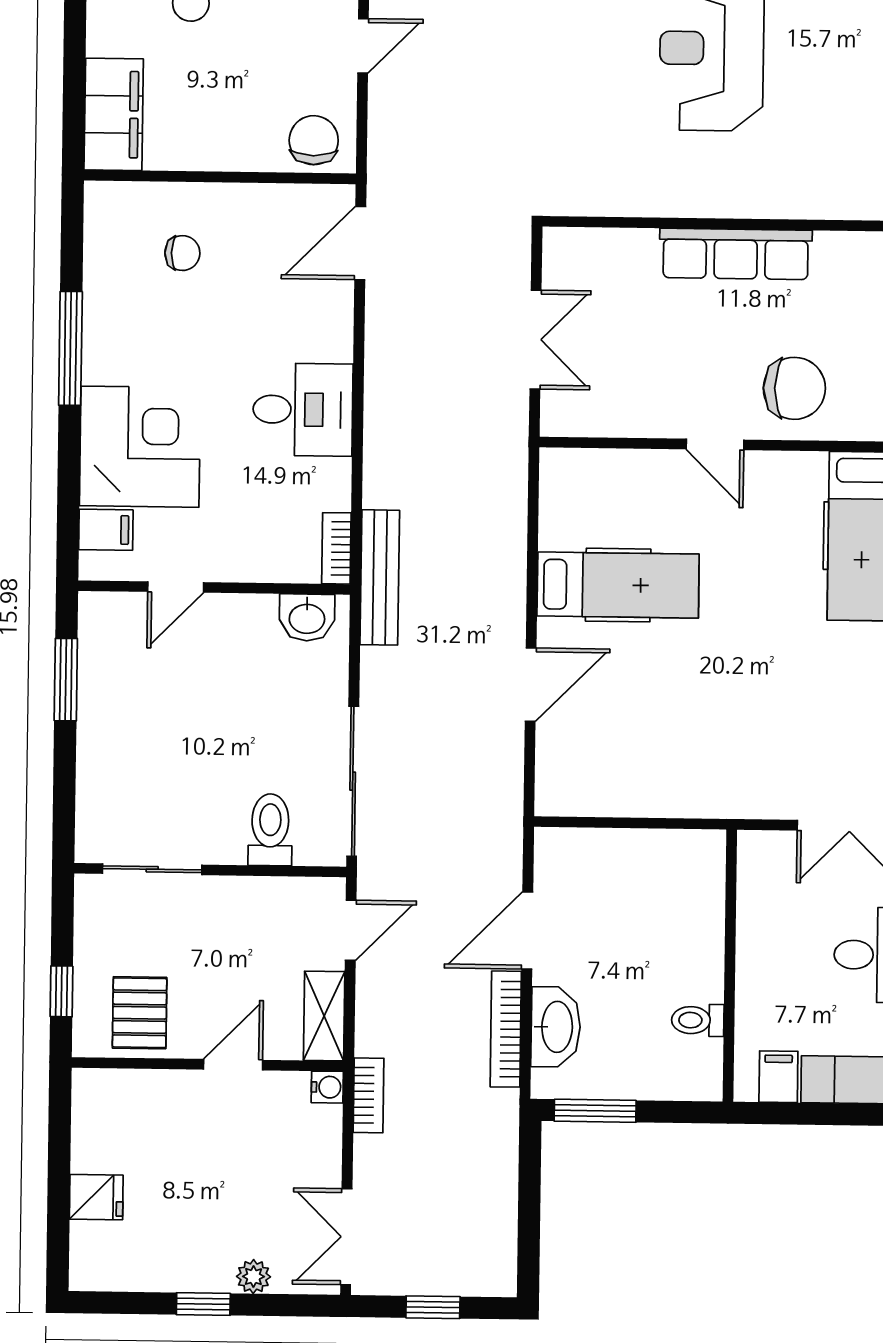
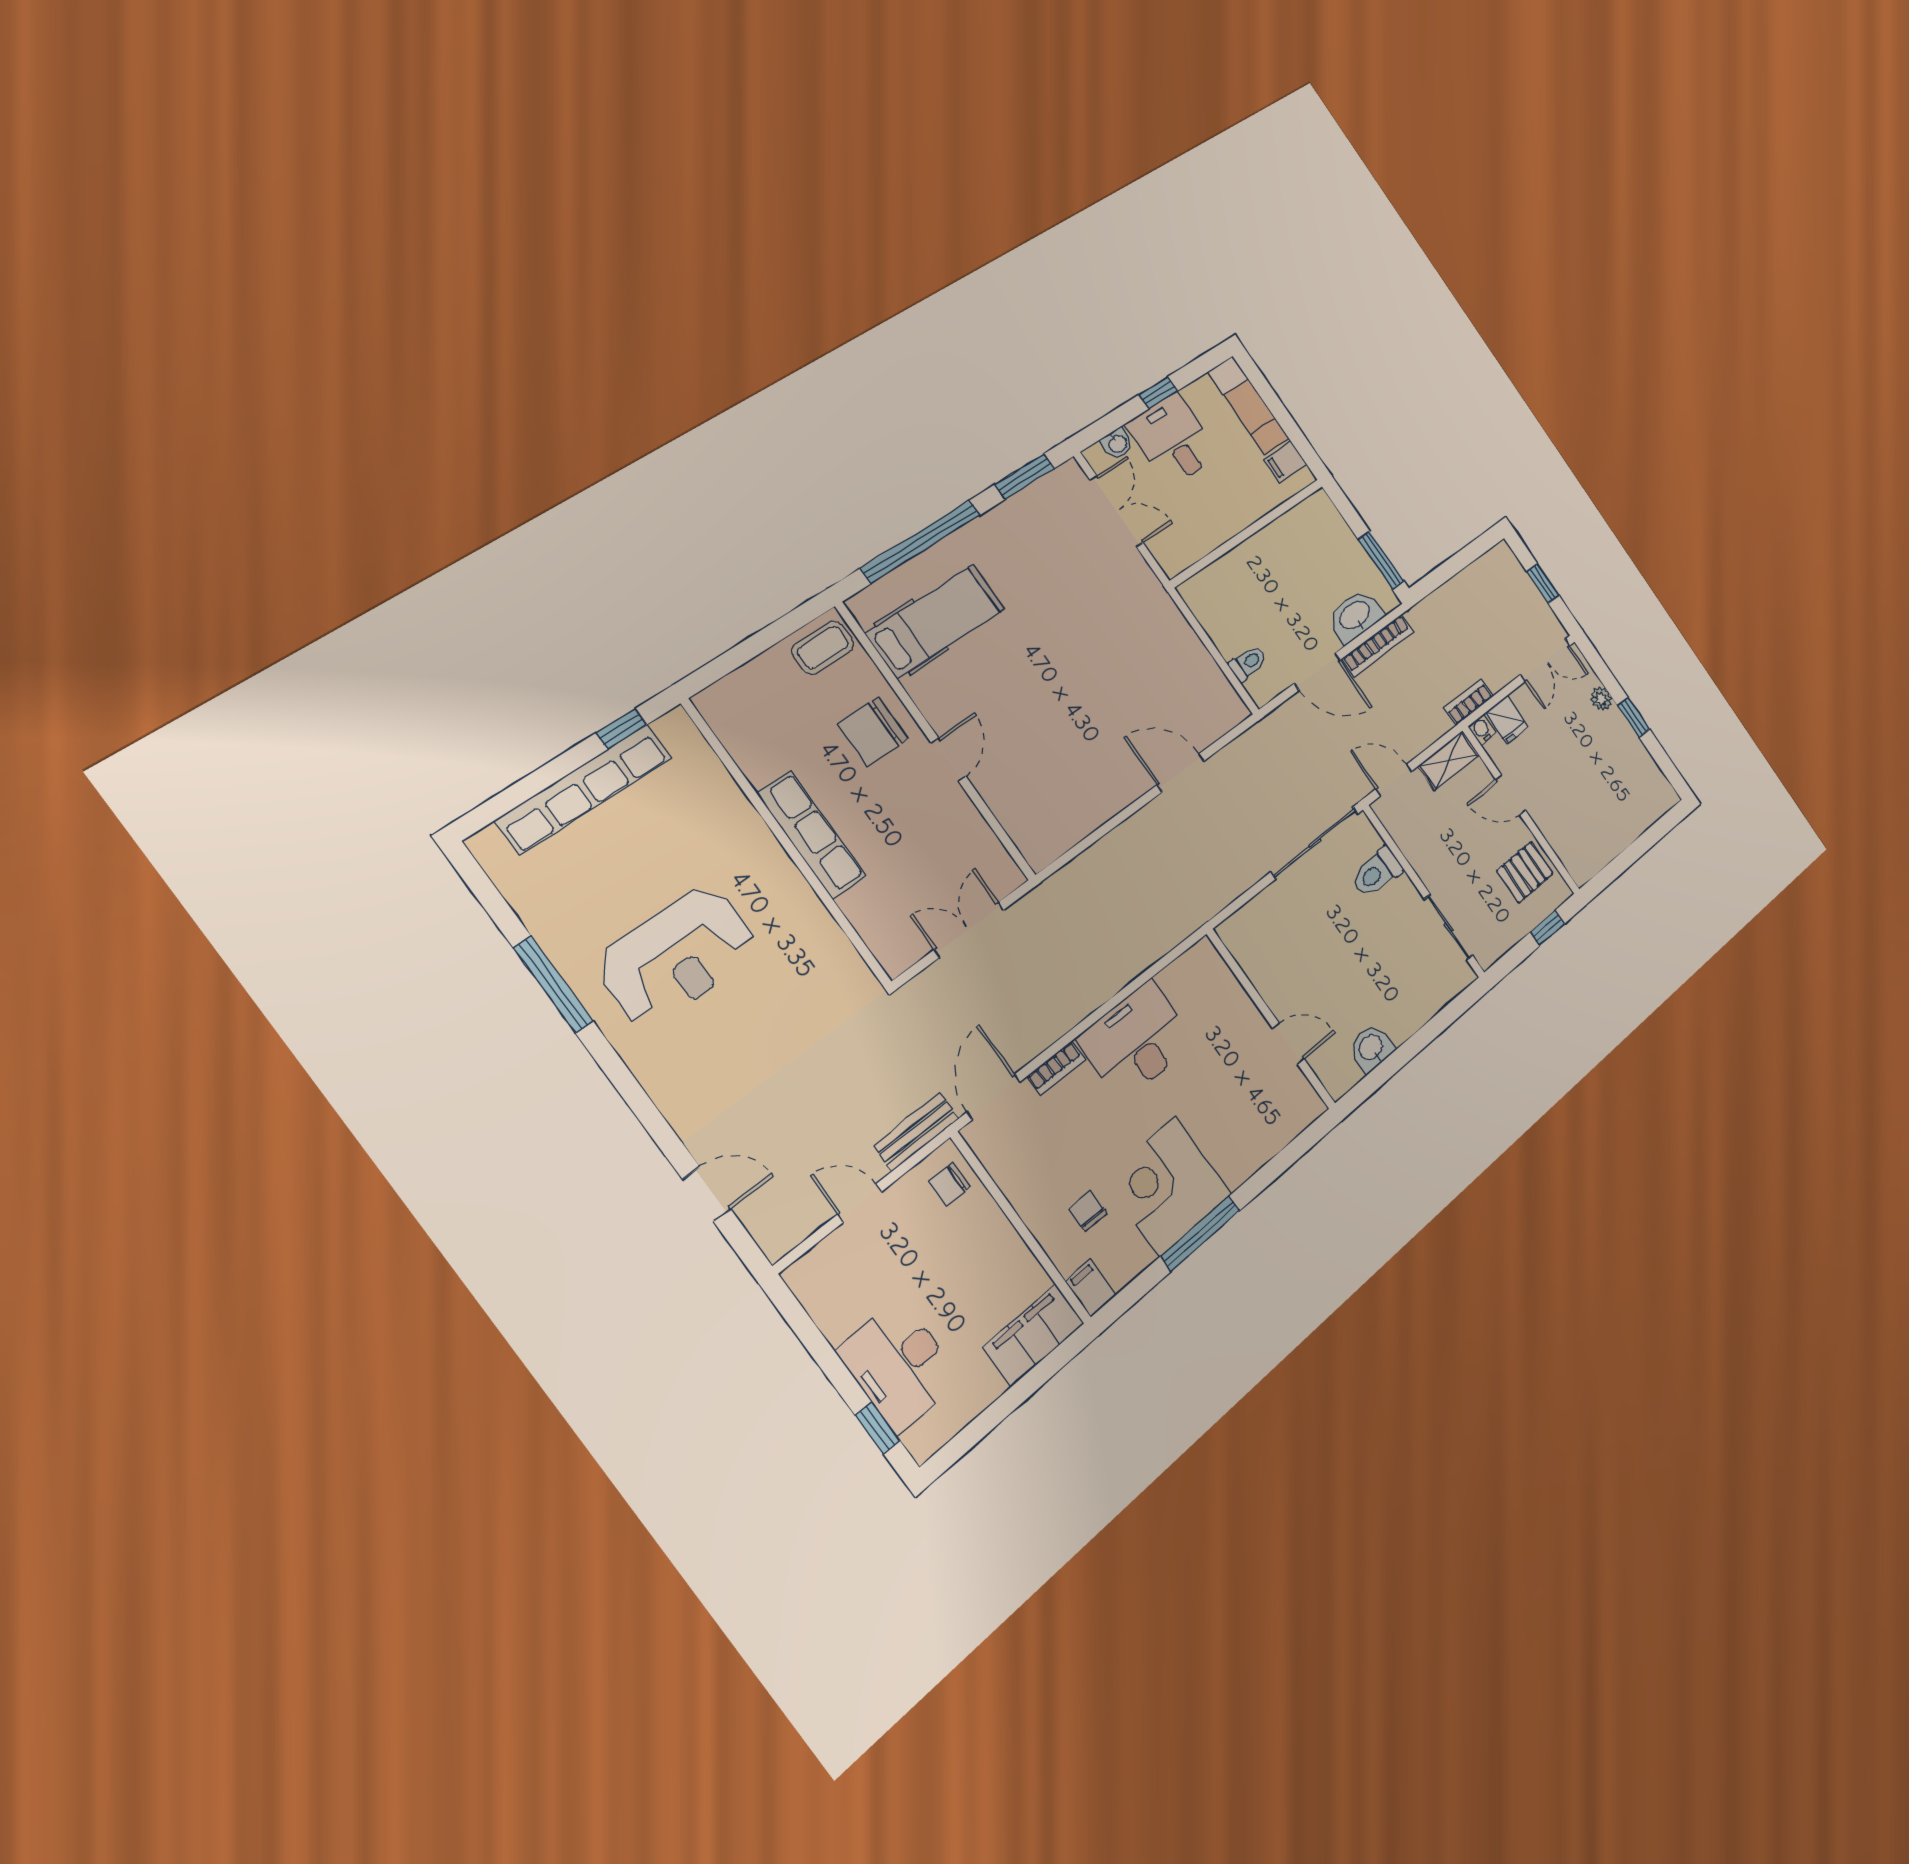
chair: (314, 140) -> (949, 1184), width x0.73, depth x0.73
door: (360, 243) -> (994, 1097), swing flipped
chair: (794, 388) -> (873, 732), turned -90
desk: (303, 410) -> (1136, 1041), width x1.37
corner desk: (140, 447) -> (1168, 1186), moved
filing cabinet: (106, 530) -> (1091, 1288), moved
bookcase: (336, 548) -> (1056, 1068), moved
bench: (380, 577) -> (916, 1132), moved, width x0.73
hospital bed: (618, 585) -> (1082, 760), removed
washbasin: (307, 617) -> (1371, 1048), moved, turned -90
window: (66, 680) -> (1388, 1068), removed
toilet: (698, 1020) -> (1248, 663), moved, turned -90
fridge: (96, 1197) -> (1507, 720), moved, turned 180

